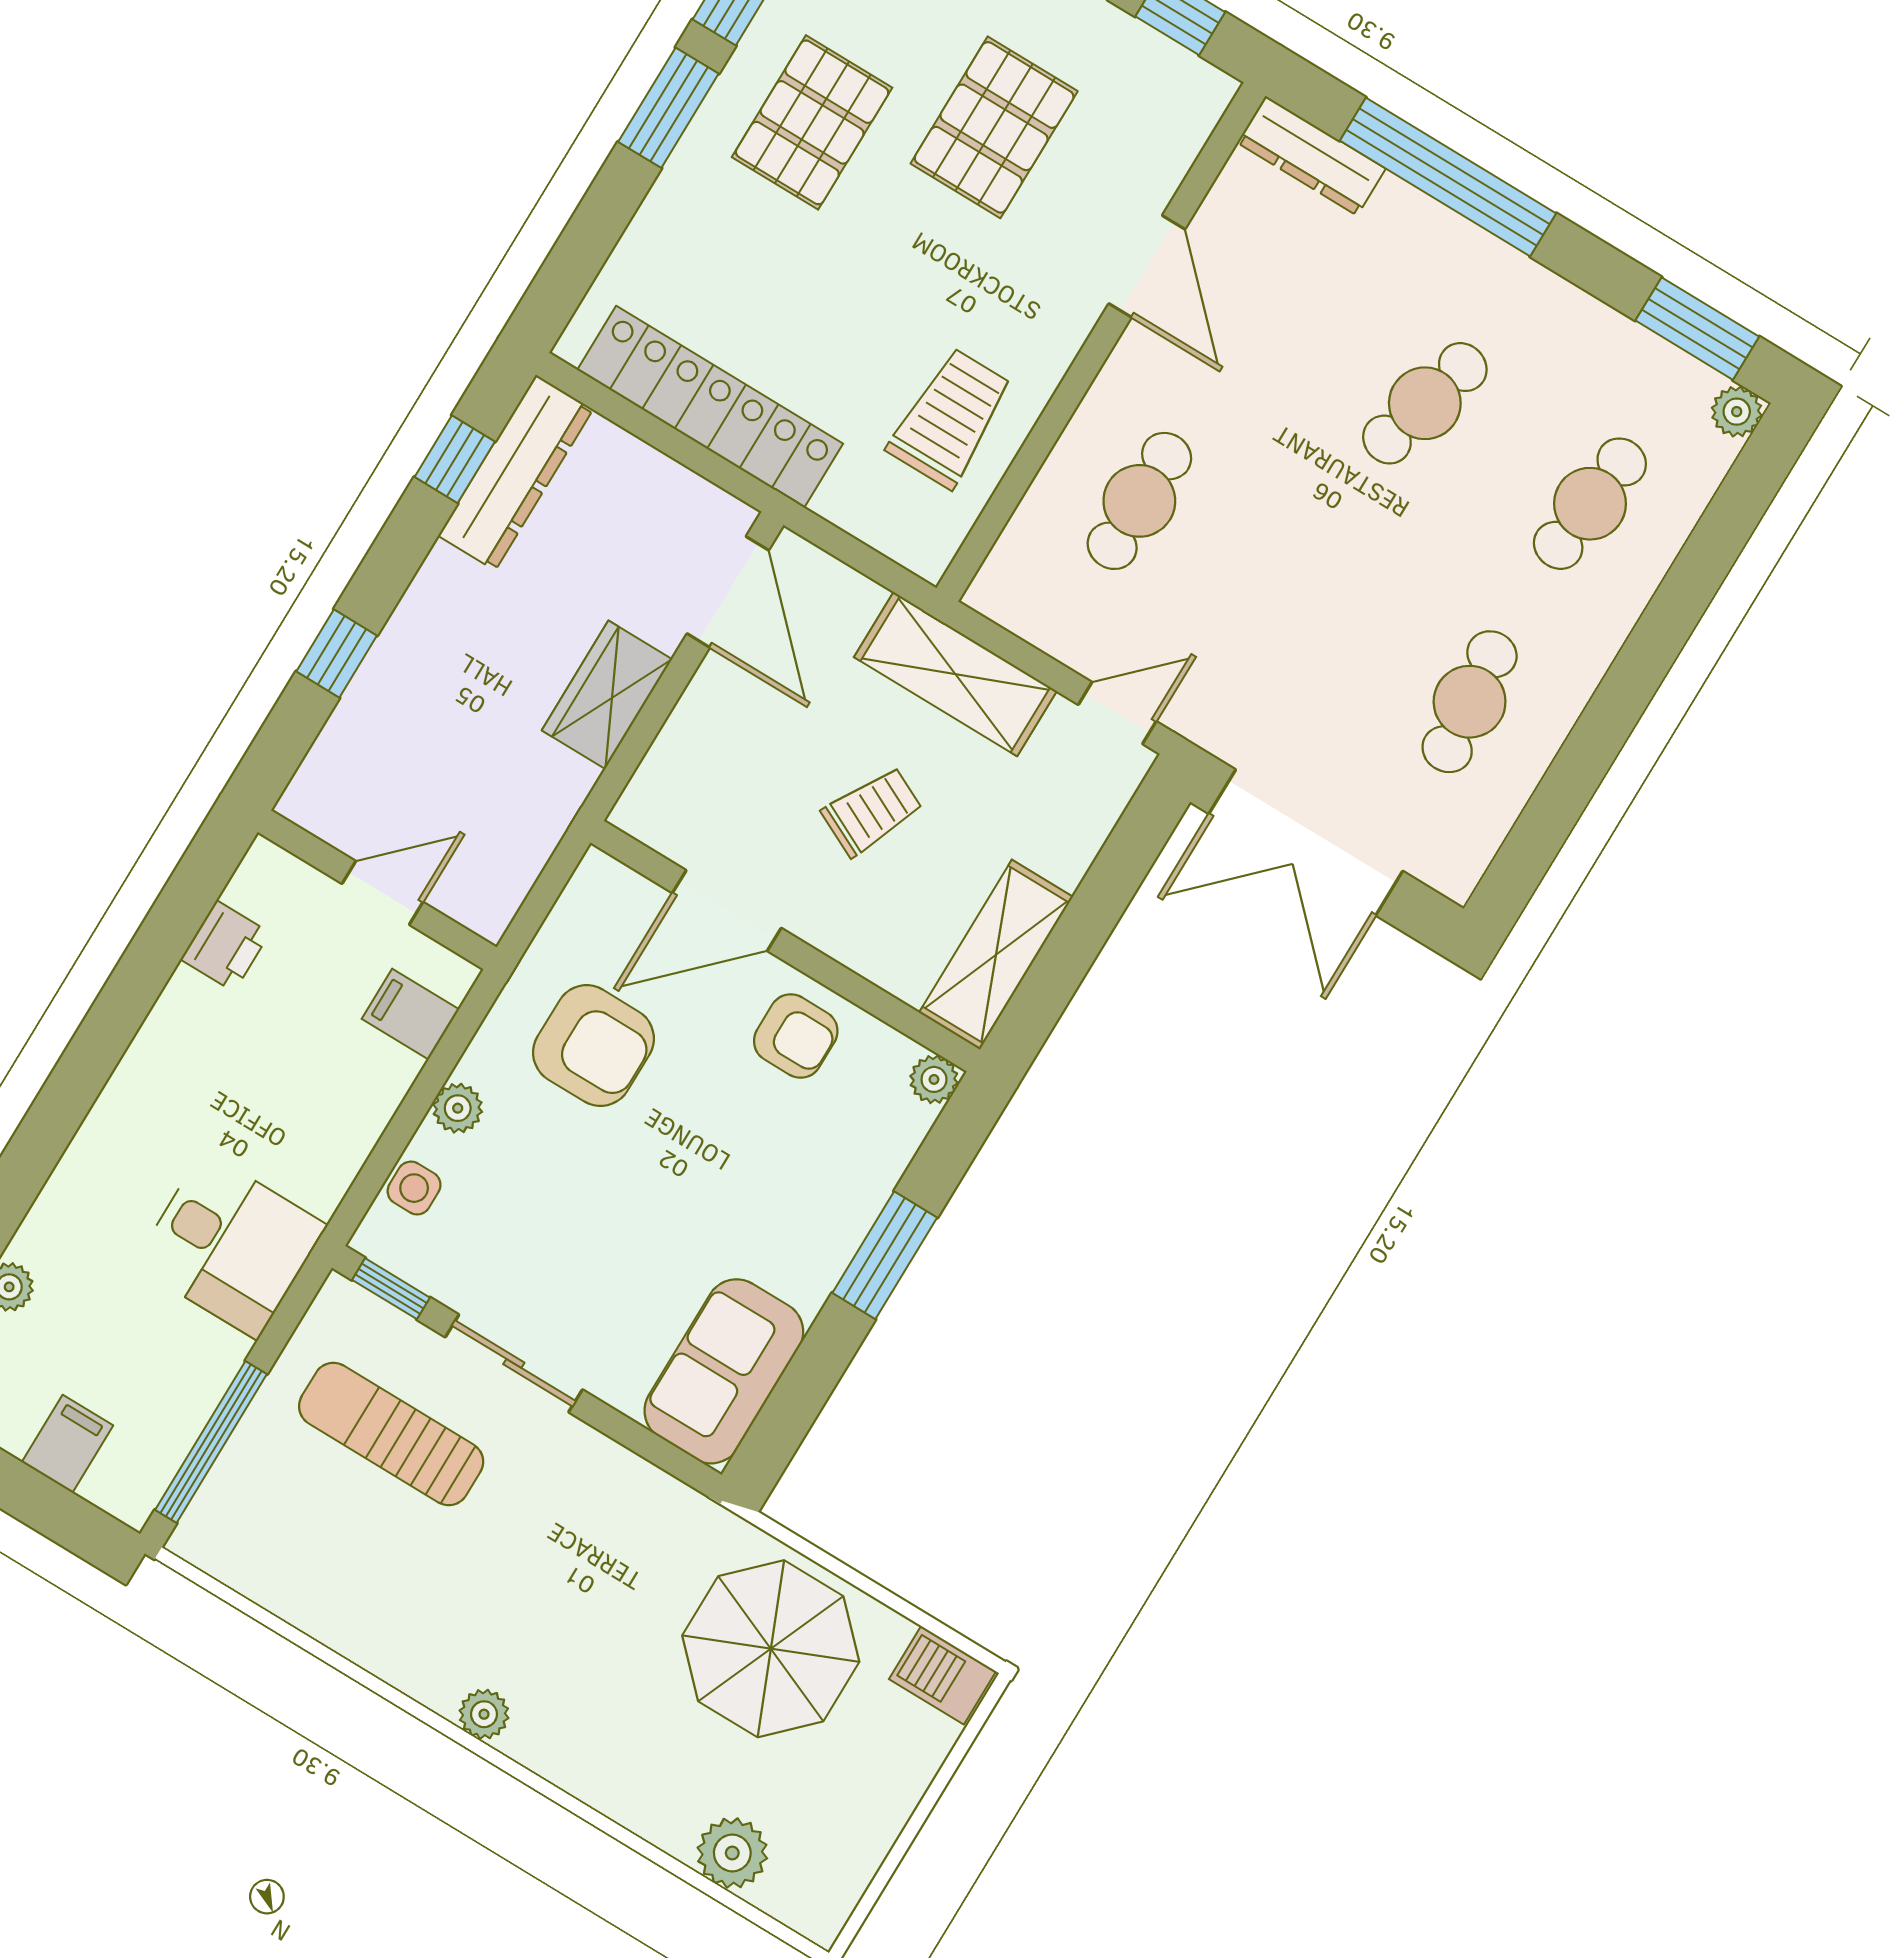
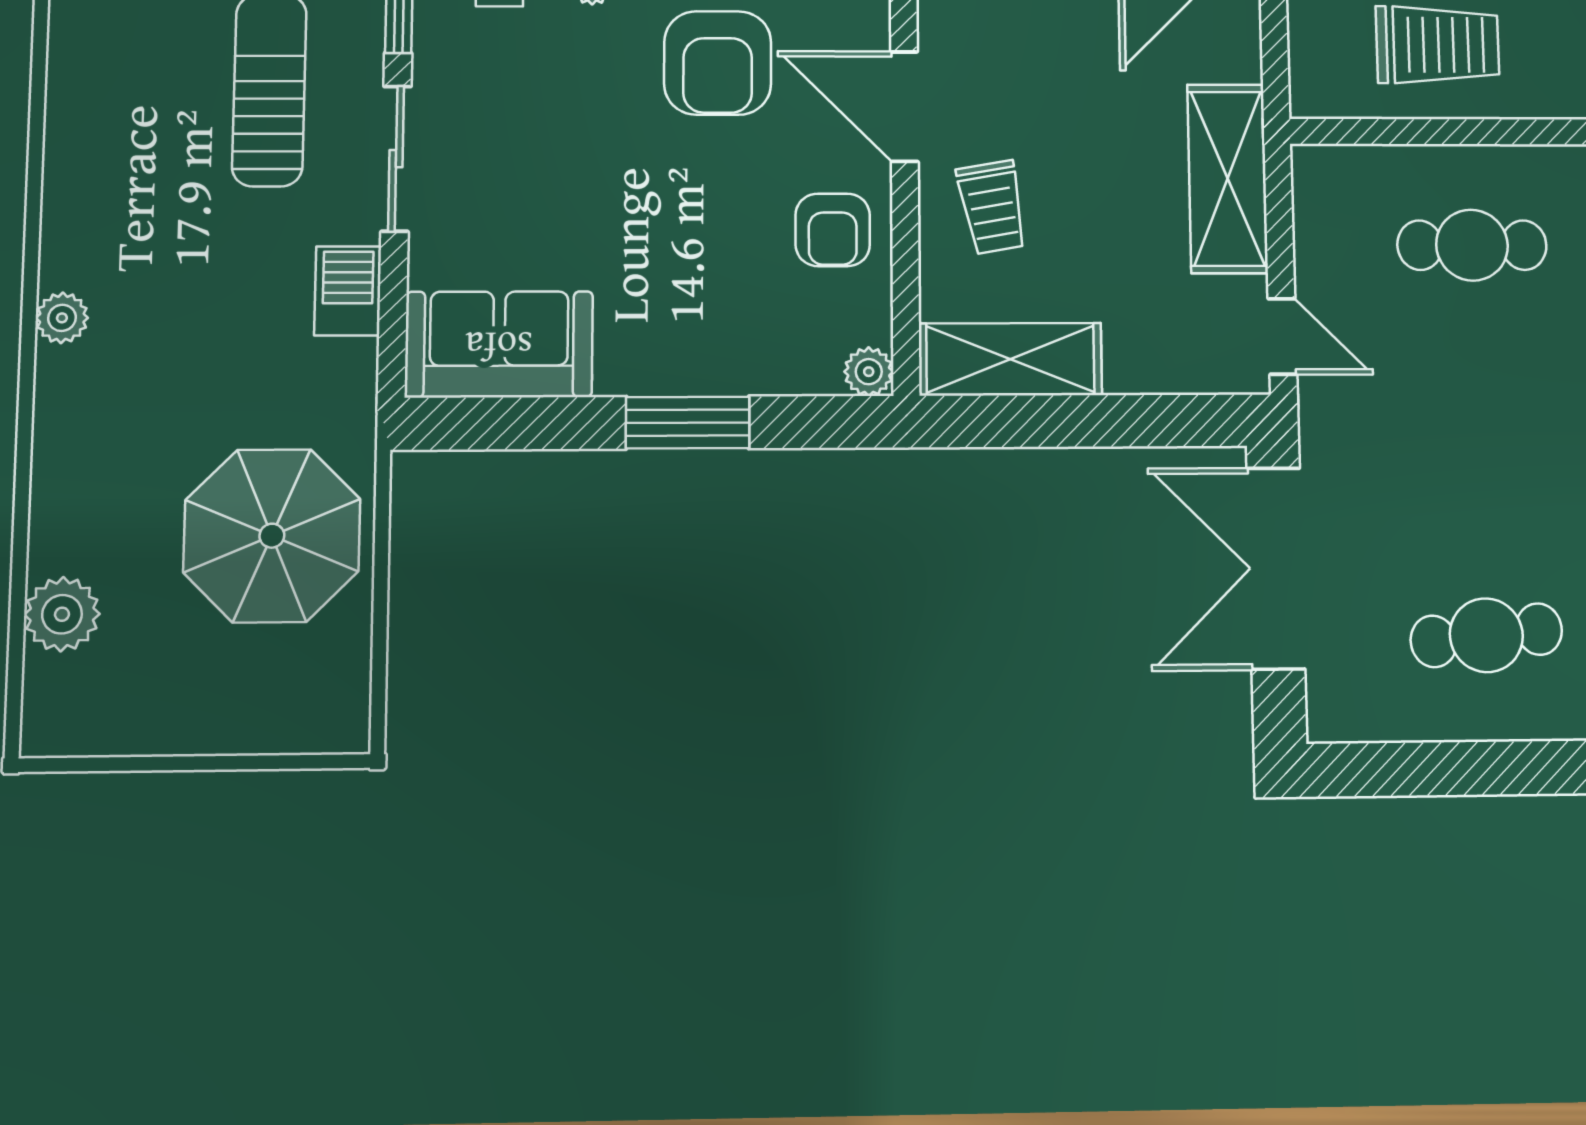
trolley: (872, 811) -> (992, 207), moved, turned 54
barbecue: (942, 1675) -> (348, 291), moved

